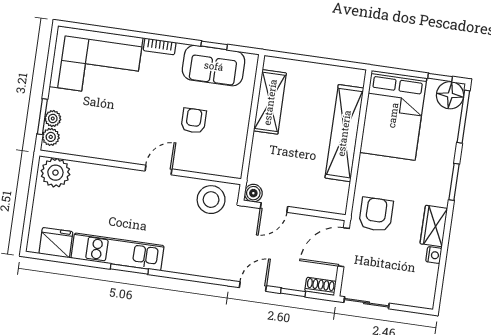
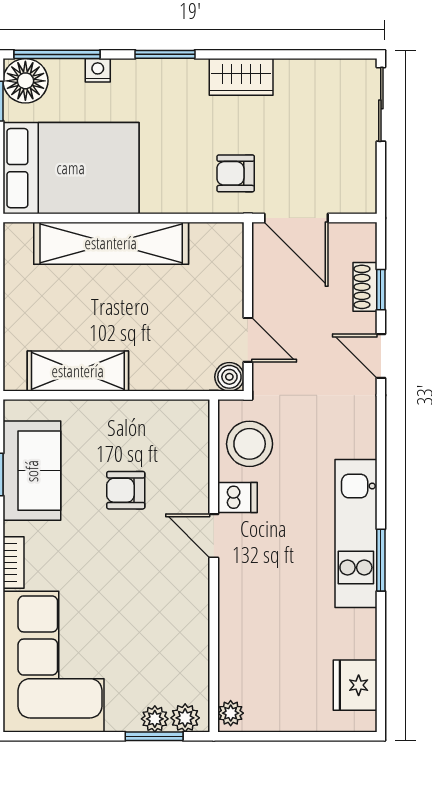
plant: (55, 173) -> (231, 713), width x0.53, depth x0.53
dishwasher: (180, 188) -> (237, 498), added
armchair: (376, 214) -> (236, 173), width x0.72, depth x0.72
kitchen unit: (118, 252) -> (356, 533), moved
nightstand: (434, 255) -> (98, 70), moved
shoe rack: (321, 286) -> (365, 287), moved
sliding door: (367, 303) -> (381, 104), moved

